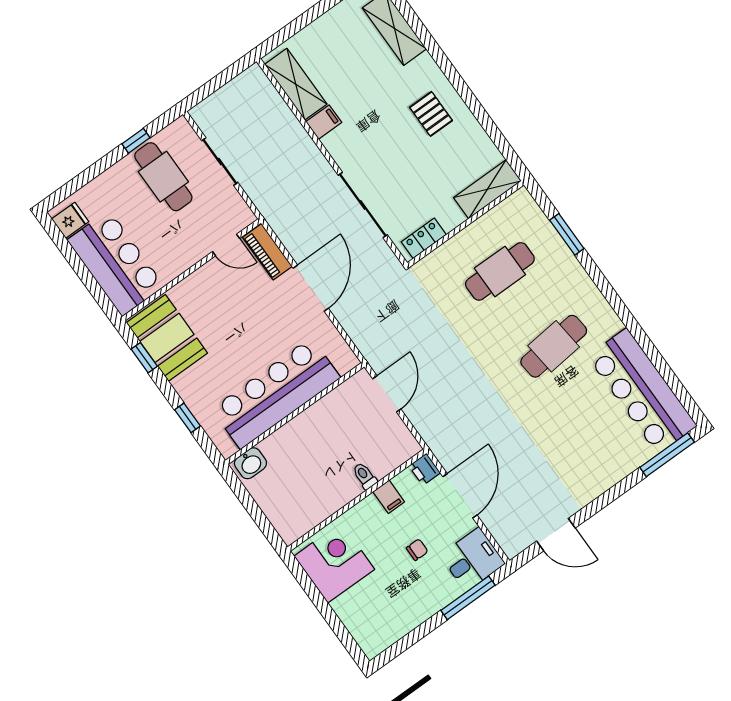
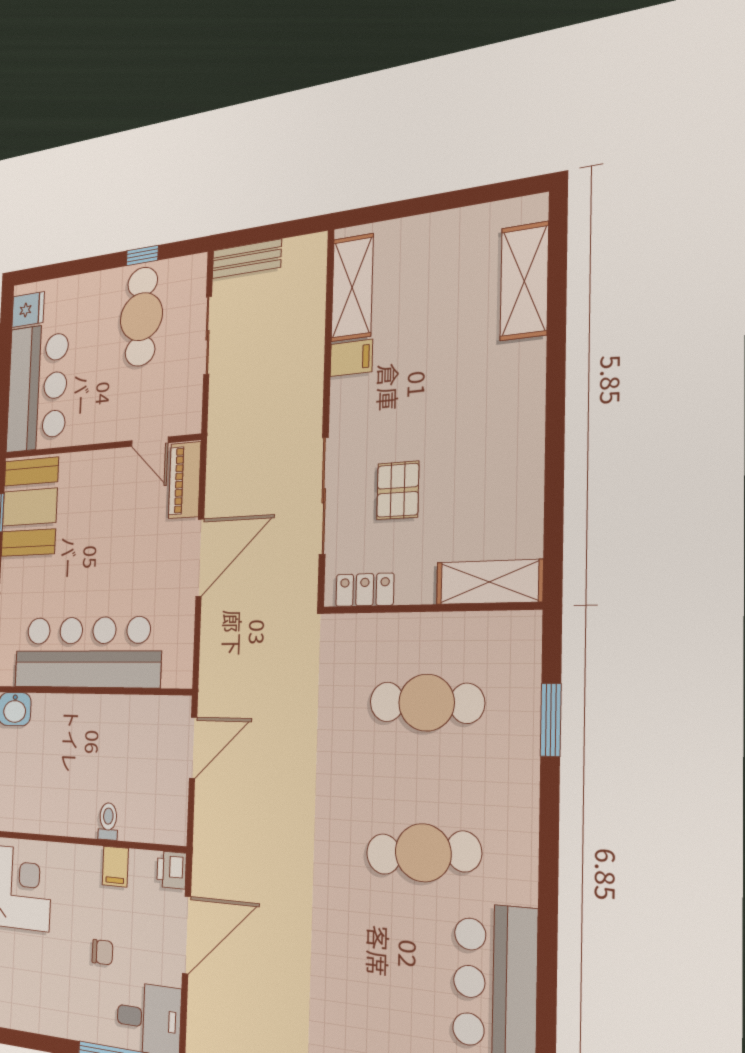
bench: (214, 104) -> (247, 259), added
pallet: (431, 114) -> (398, 490), moved

